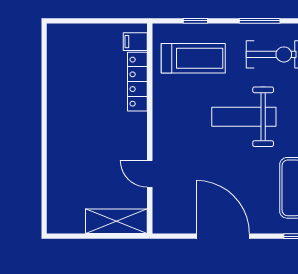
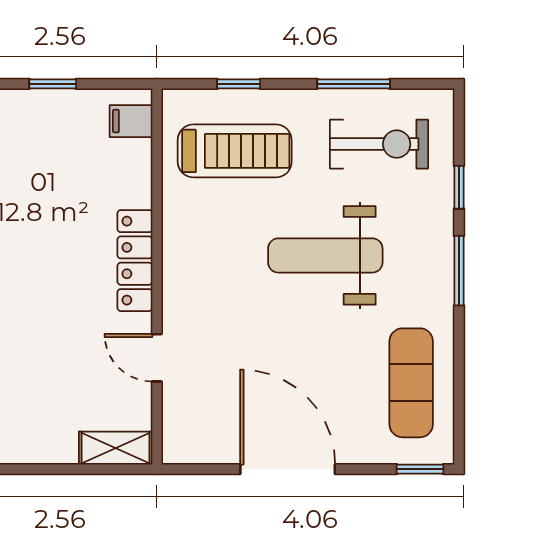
window: (92, 21) -> (53, 84), added
locker: (137, 82) -> (135, 261), moved
shelving: (116, 221) -> (116, 448), width x0.67, depth x0.75

